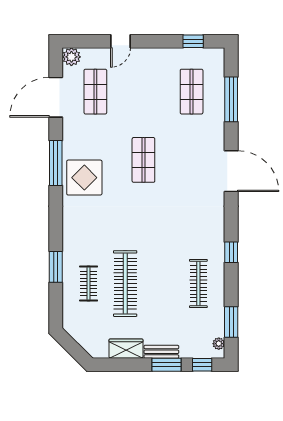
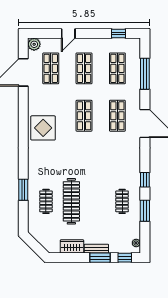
shop shelf: (143, 92) -> (84, 68), added
shop shelf: (192, 160) -> (117, 116), added
window: (56, 163) -> (23, 118), removed
clothes rail: (198, 284) -> (122, 201), width x0.73
window: (231, 322) -> (145, 211), moved

